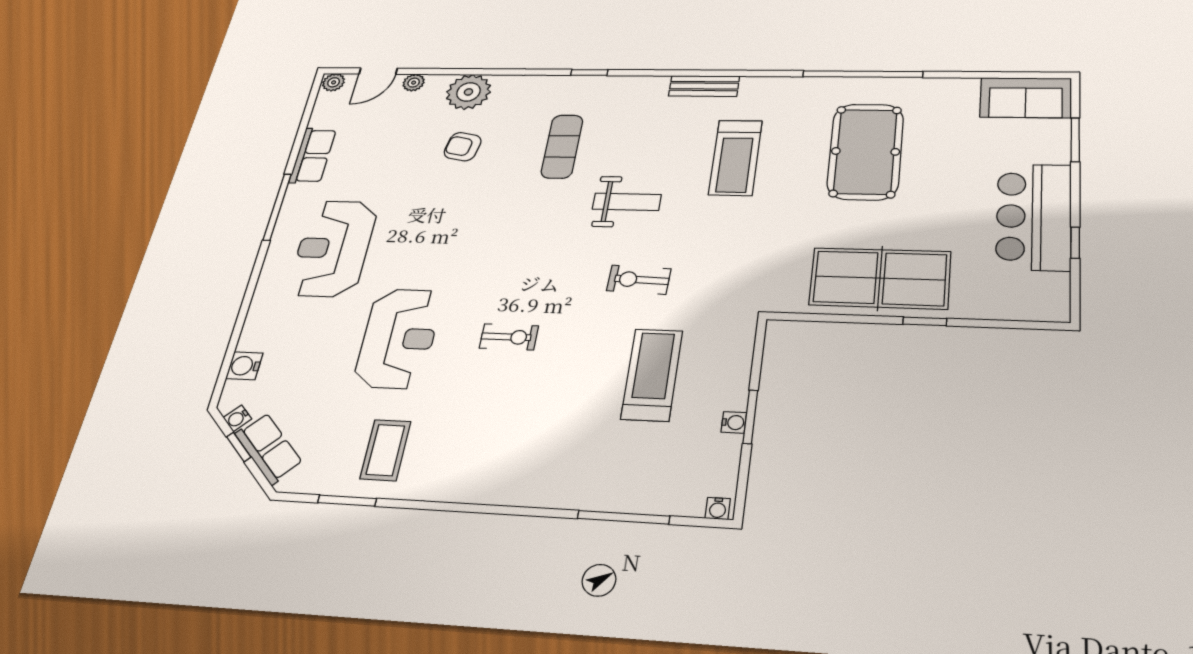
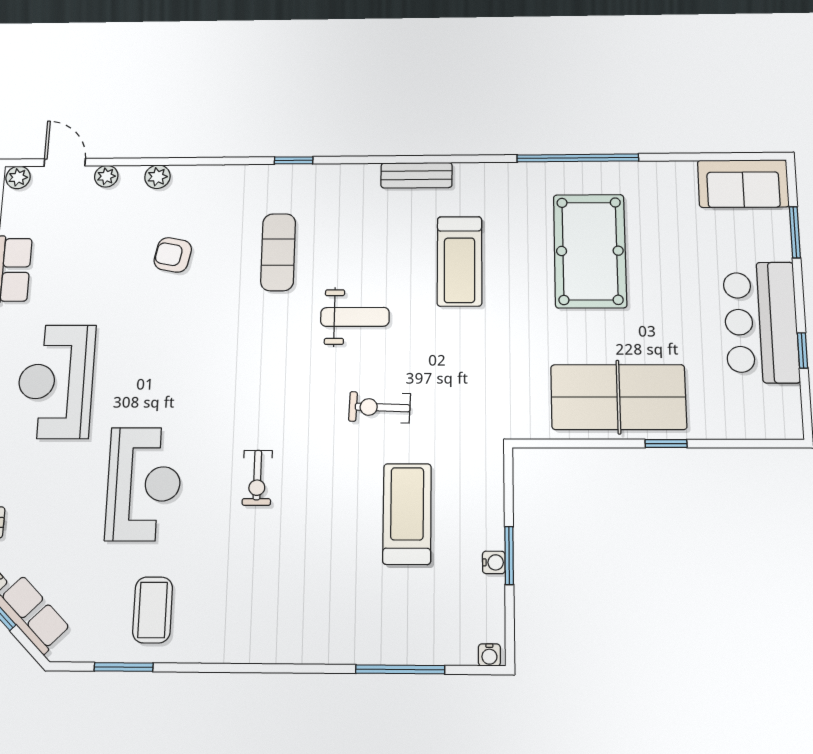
door: (378, 71) -> (65, 162), swing flipped
plant: (468, 92) -> (157, 177), width x0.53, depth x0.53
exercise bike: (509, 337) -> (257, 478), turned 90

